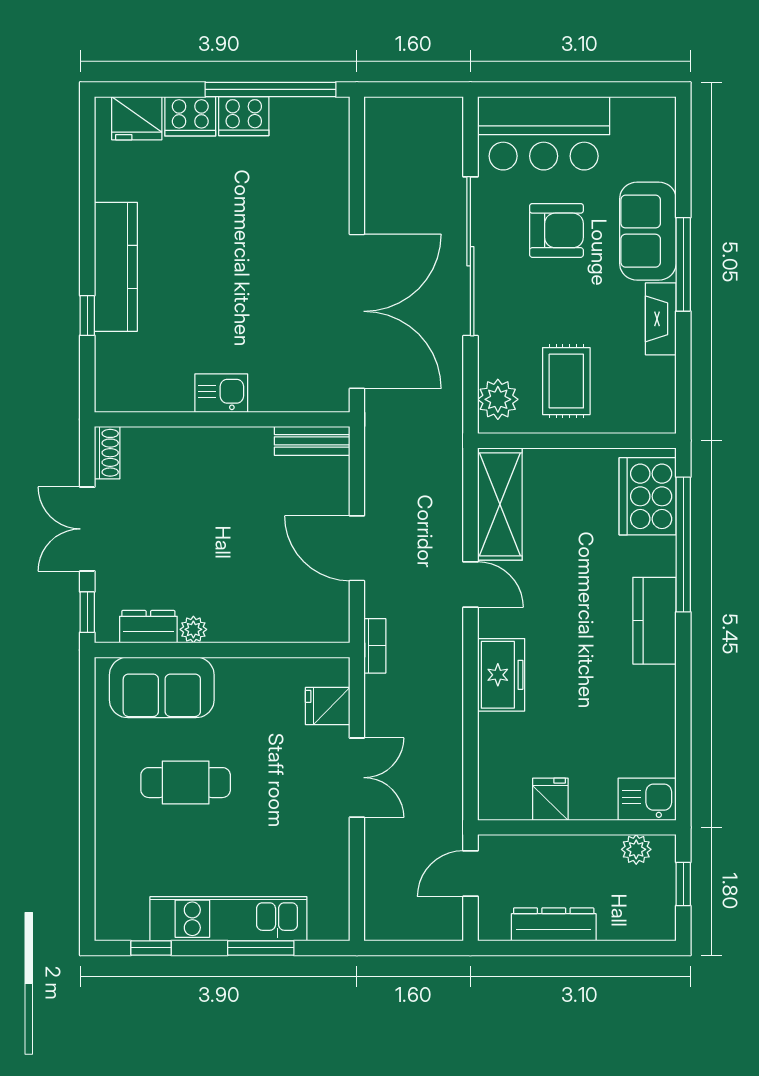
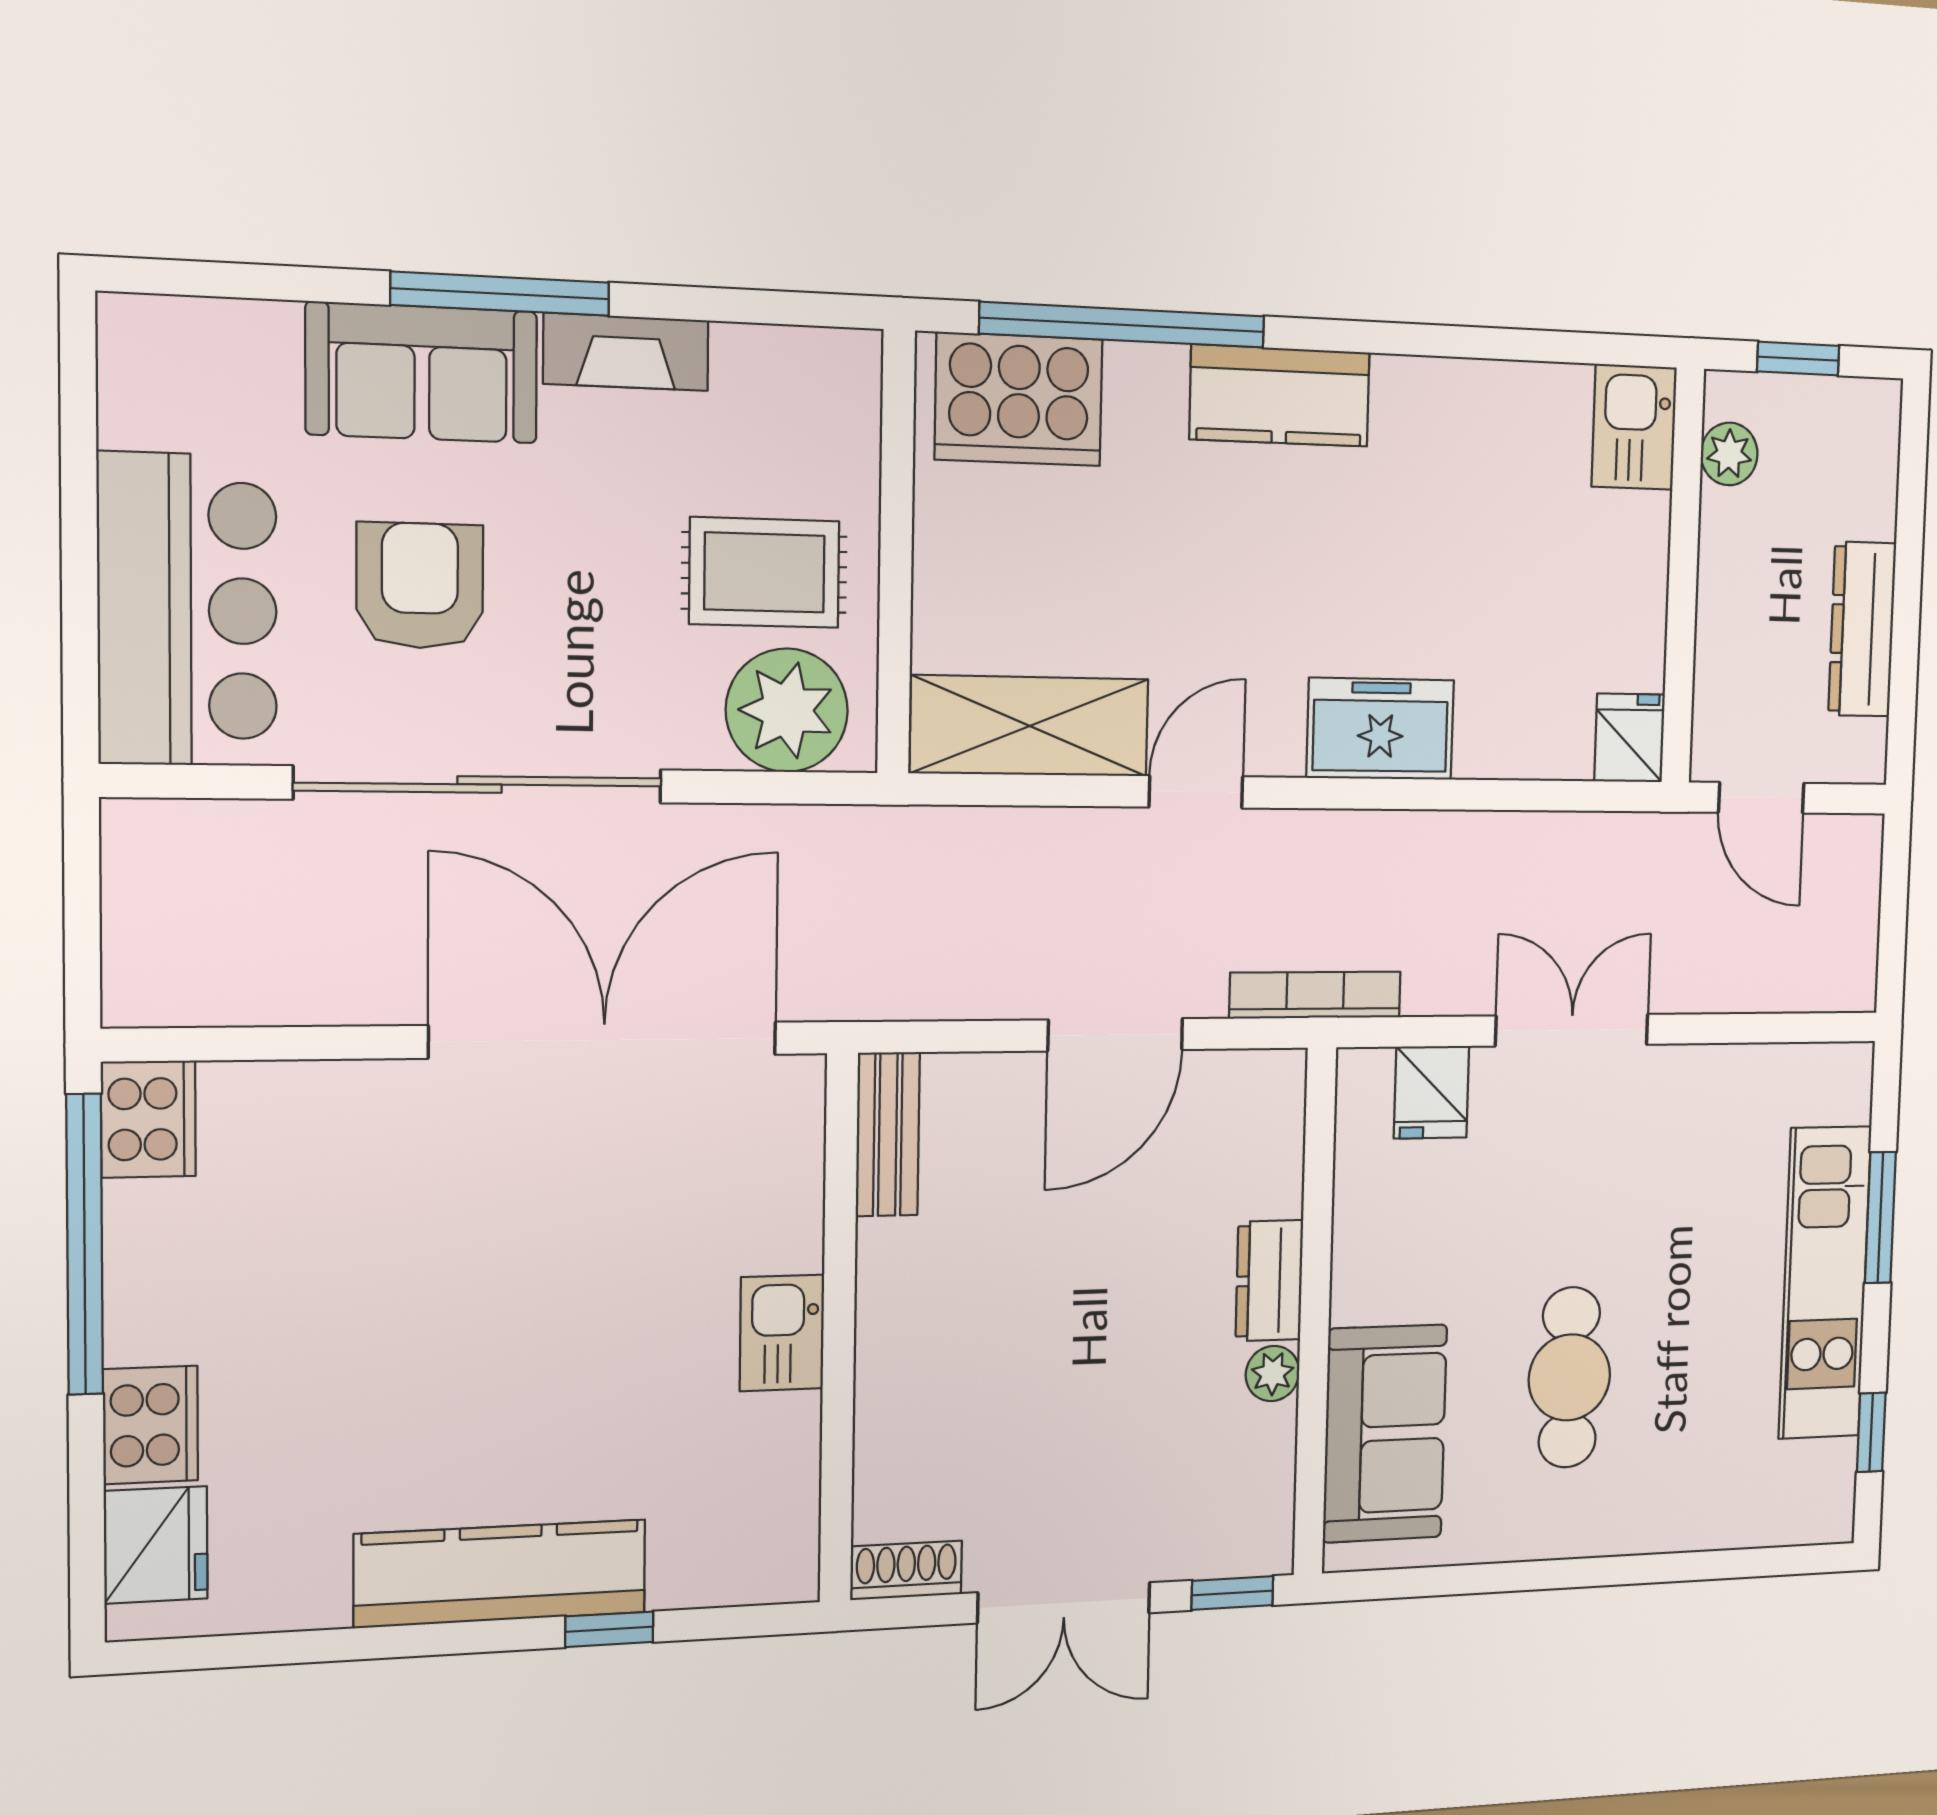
cooker: (244, 116) -> (148, 1119), moved
plant: (498, 399) -> (787, 710), width x1.36, depth x1.36
dresser: (148, 627) -> (1269, 1281), moved
bookcase: (375, 646) -> (1315, 995), width x1.56
fridge: (550, 799) -> (1630, 738), moved, turned 90

